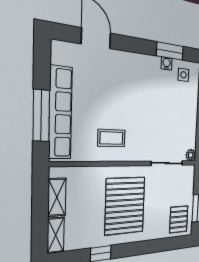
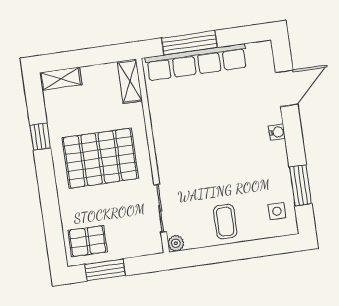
water cooler: (167, 64) -> (277, 132), moved
coffee table: (111, 138) -> (225, 222), moved
shelving: (57, 197) -> (130, 81), moved, turned 90

